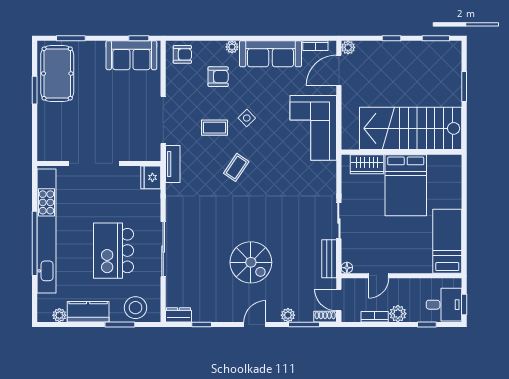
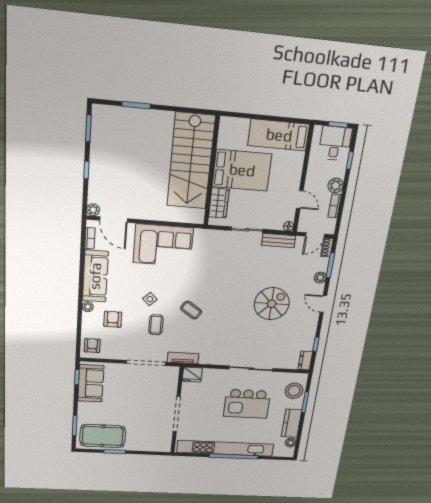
stairs: (411, 128) -> (191, 161), moved
wall: (402, 152) -> (212, 172), moved
wardrobe: (367, 164) -> (219, 203), moved
bed: (406, 185) -> (242, 170), moved

